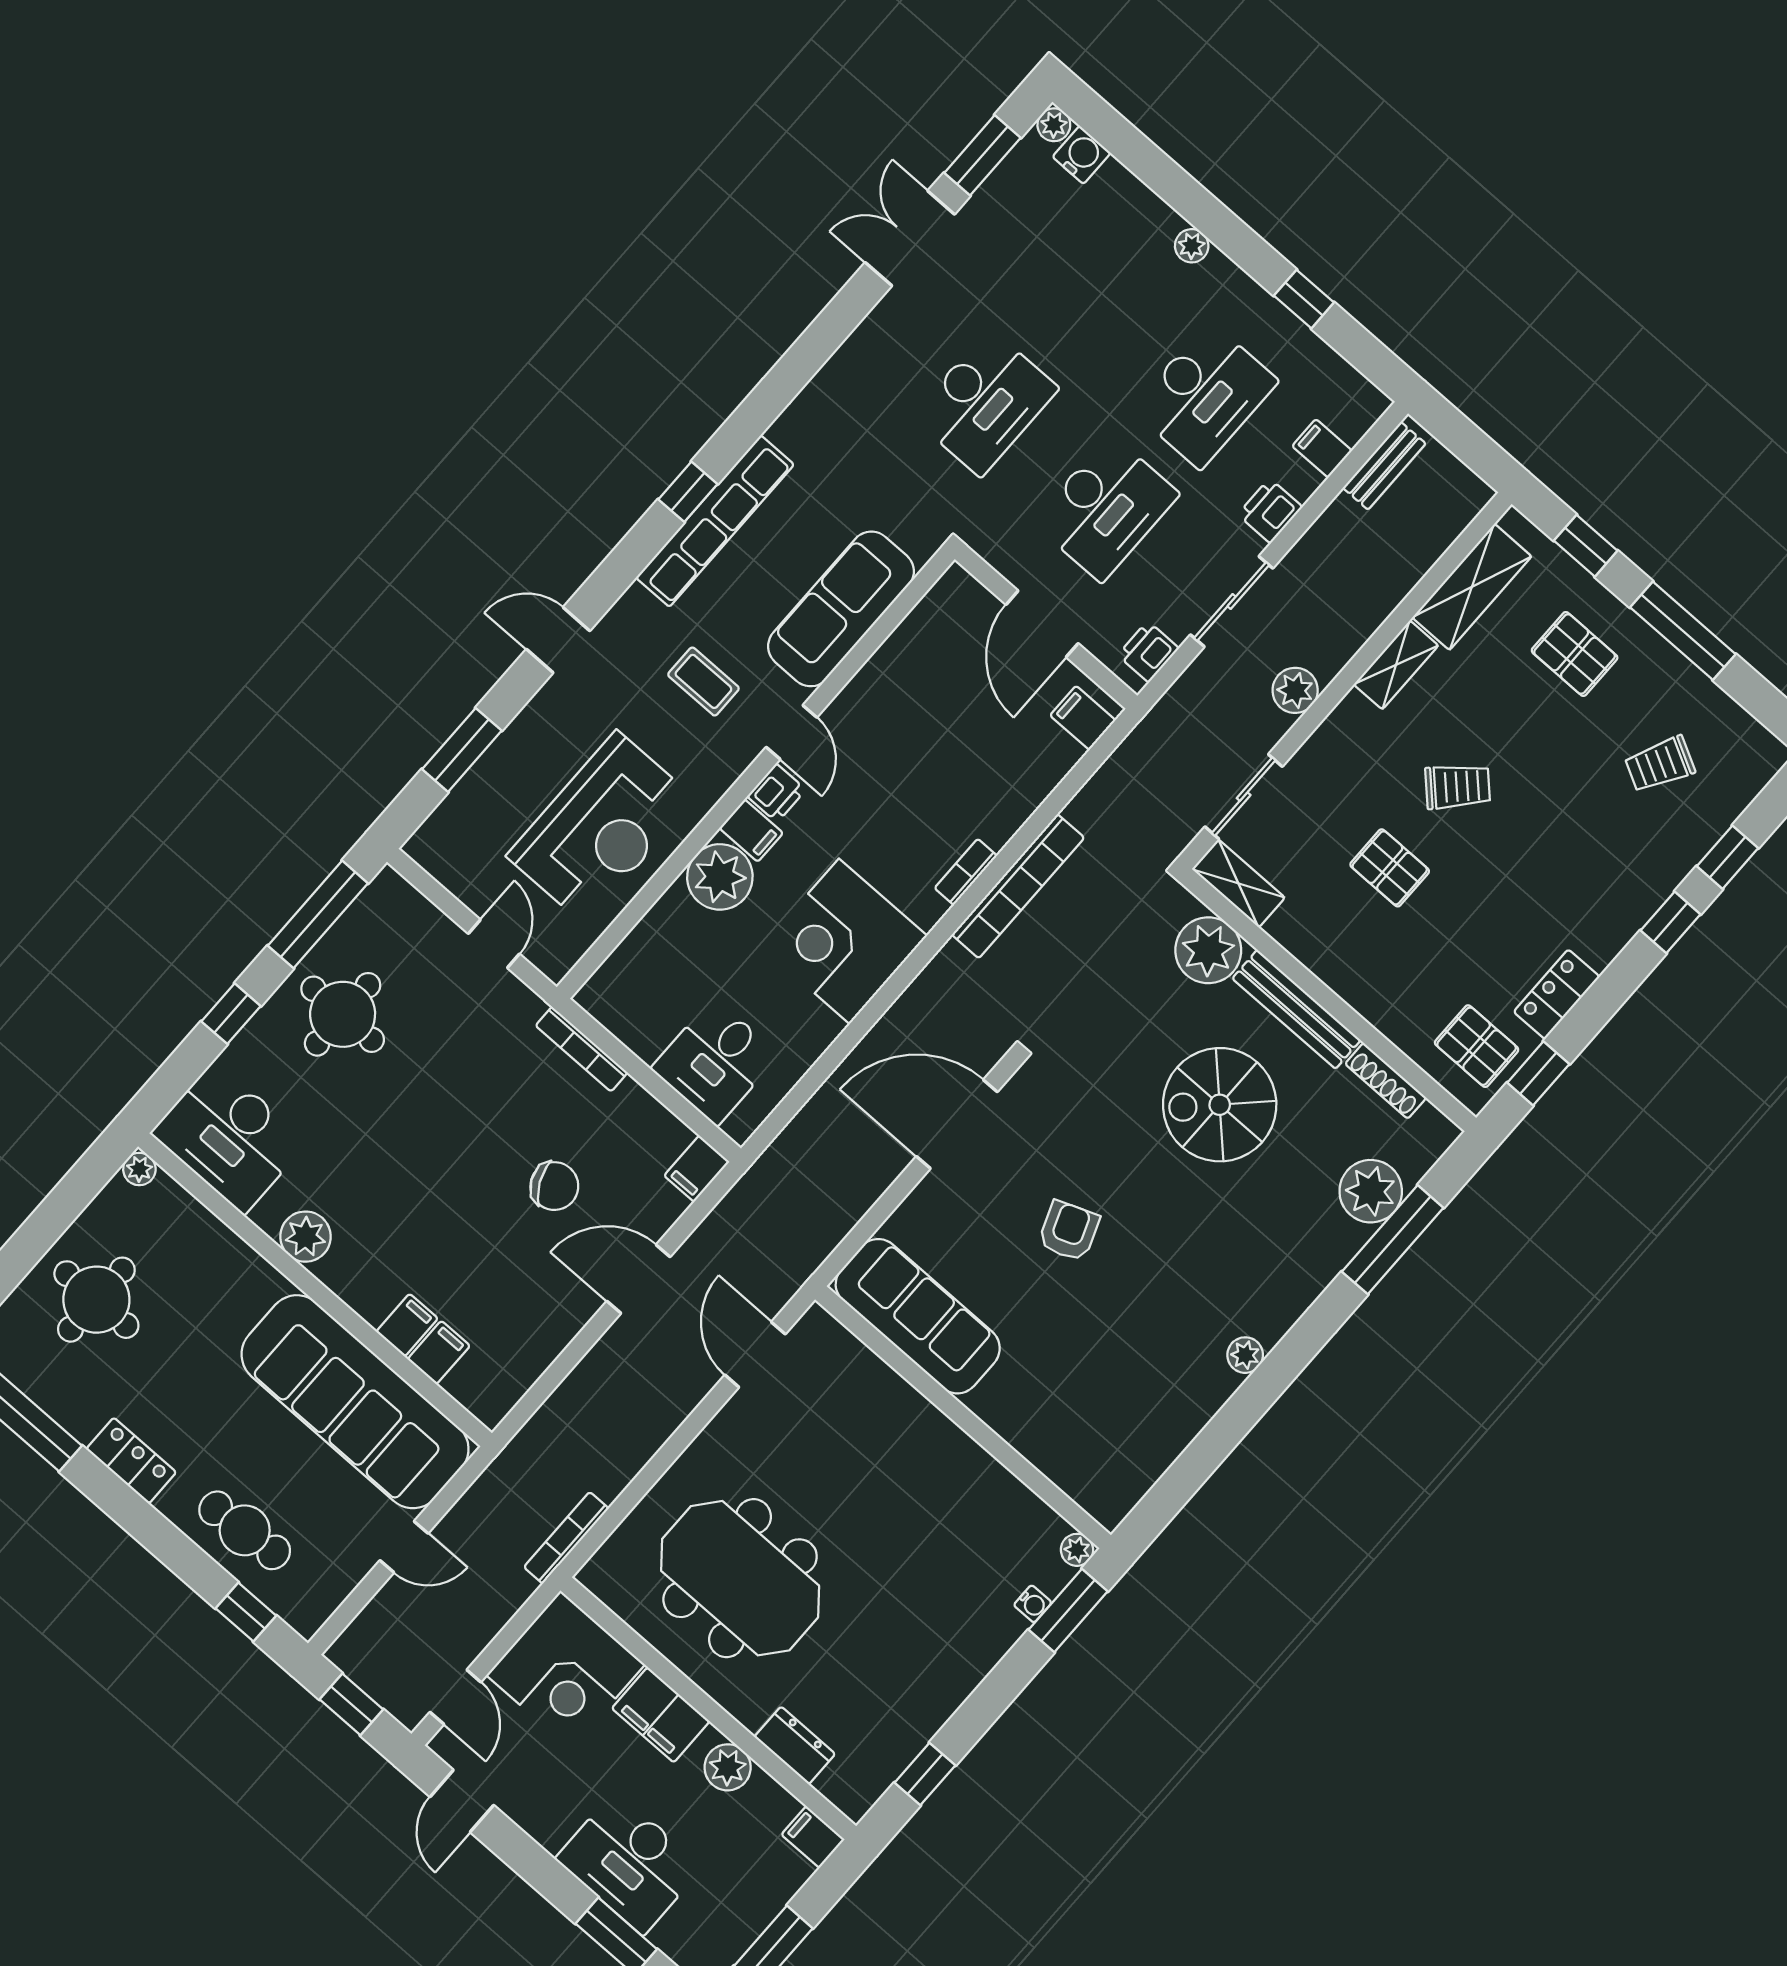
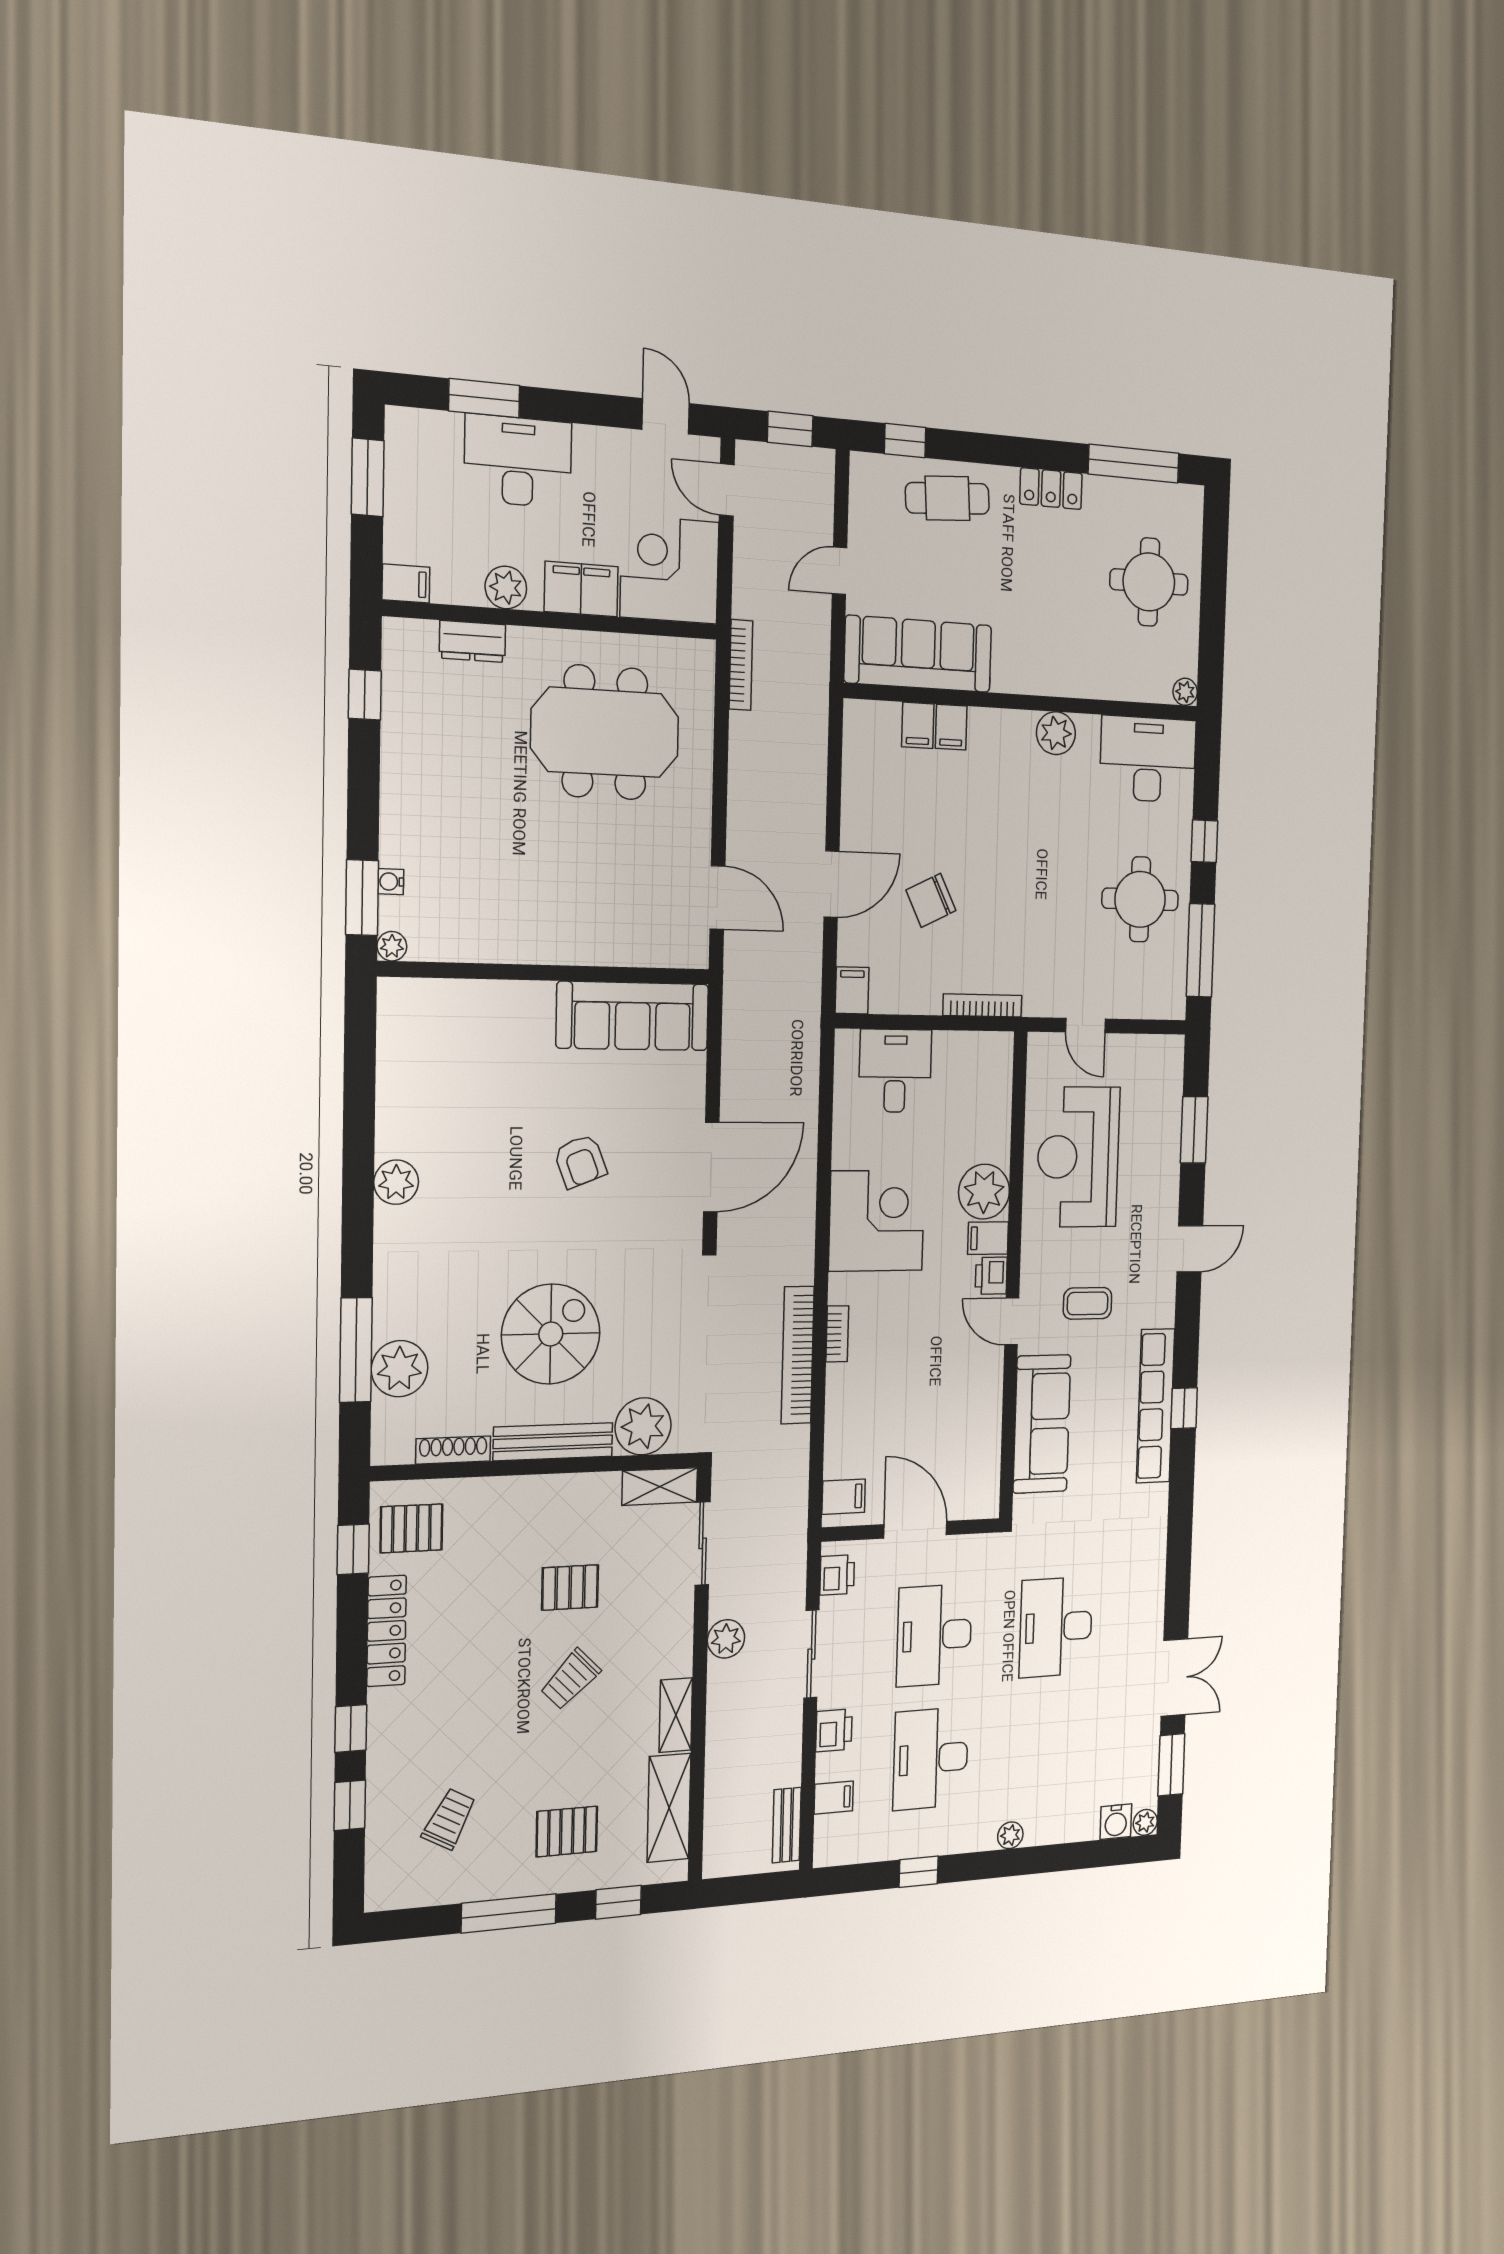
locker: (1557, 994) -> (387, 1631), width x1.53
plant: (1245, 1355) -> (396, 1182), width x1.38, depth x1.38
sofa: (355, 1402) -> (918, 654), width x0.74, depth x0.79

